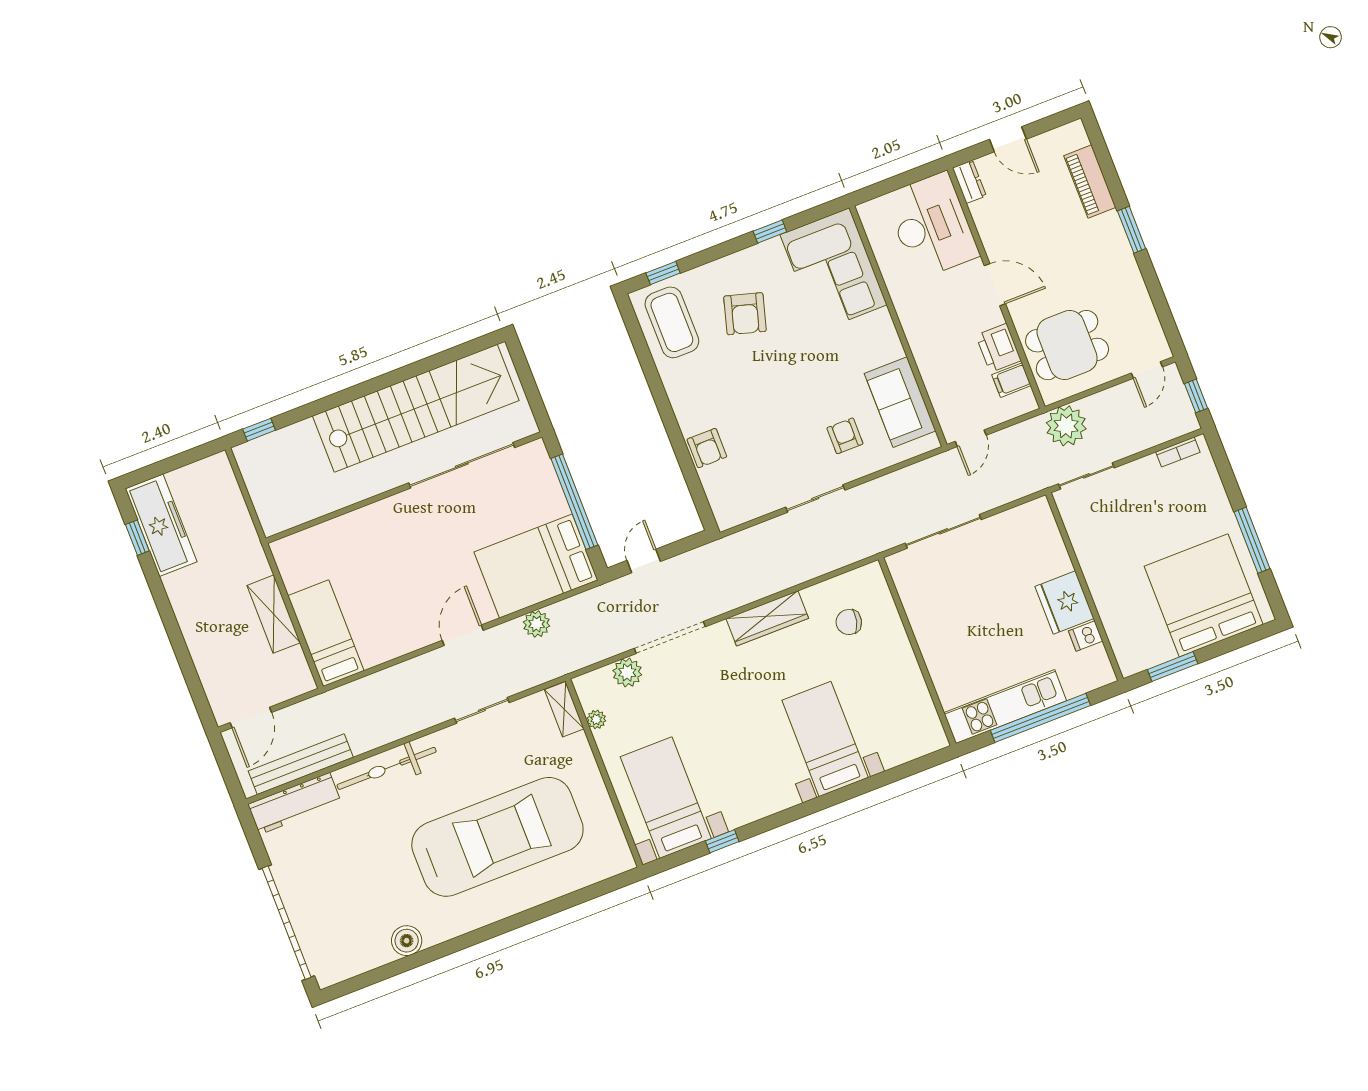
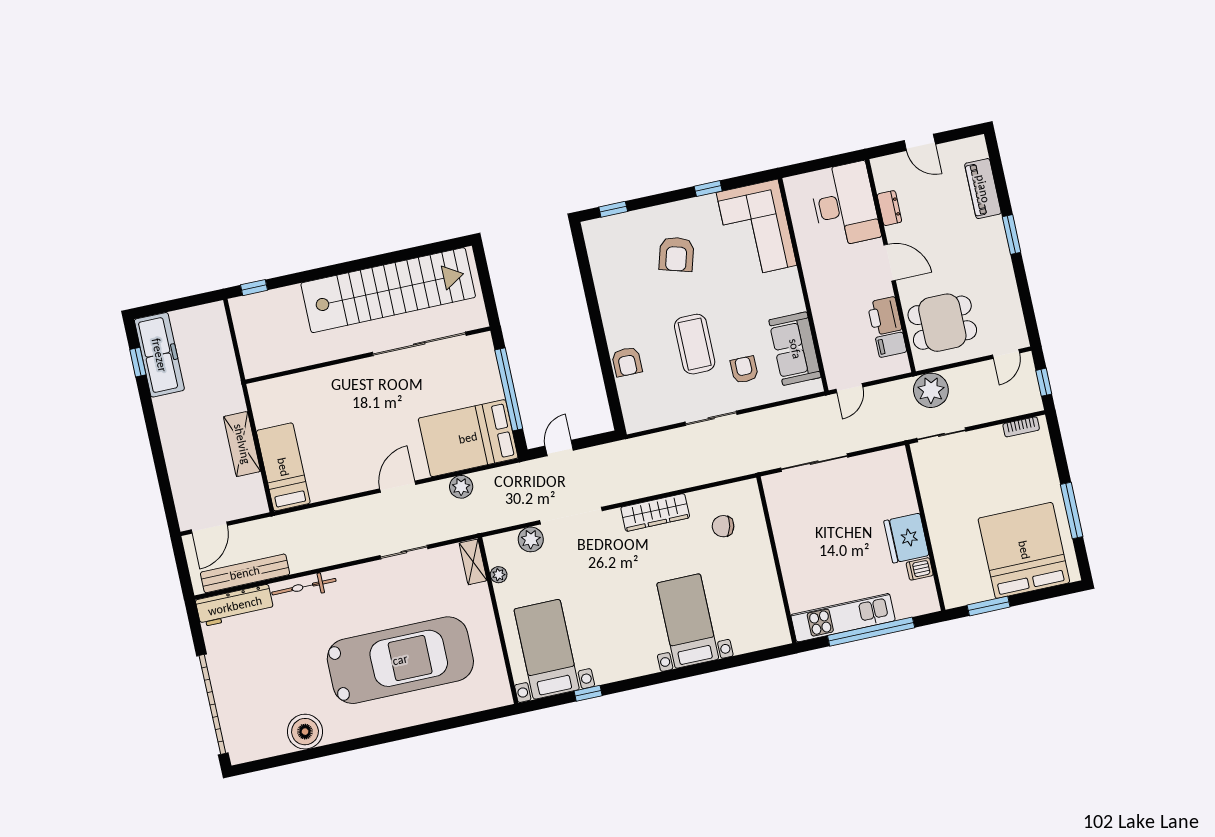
dresser: (969, 182) -> (889, 208), moved
coffee table: (672, 322) -> (695, 344), moved
bicycle: (387, 768) -> (304, 587), width x0.73, depth x0.71
boiler: (407, 941) -> (305, 732), width x1.37, depth x1.37

